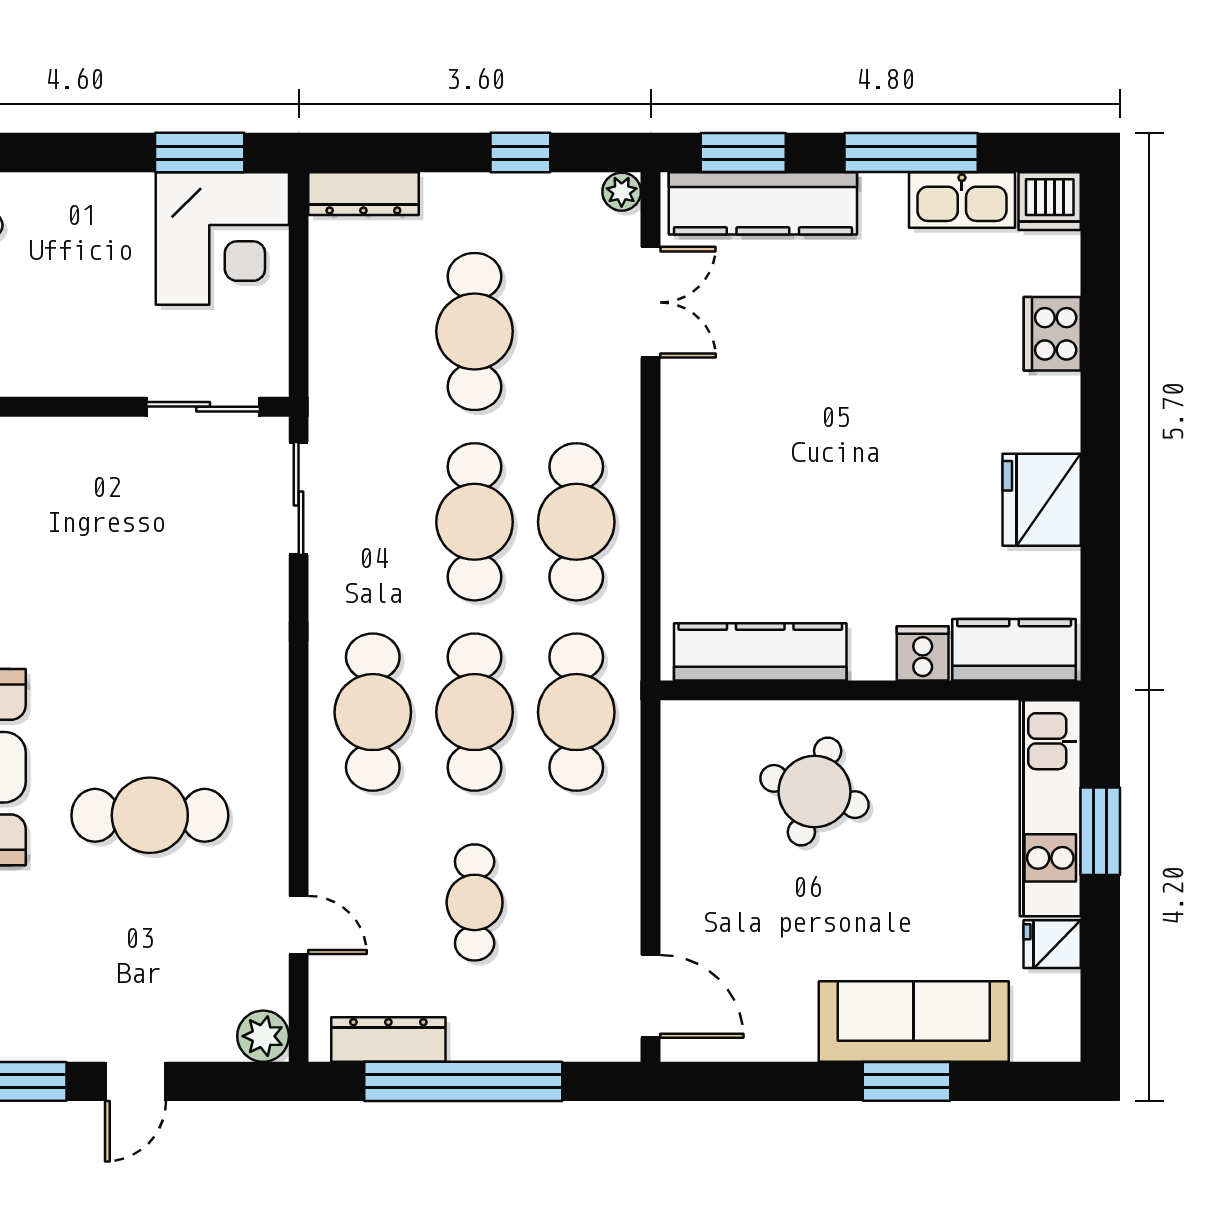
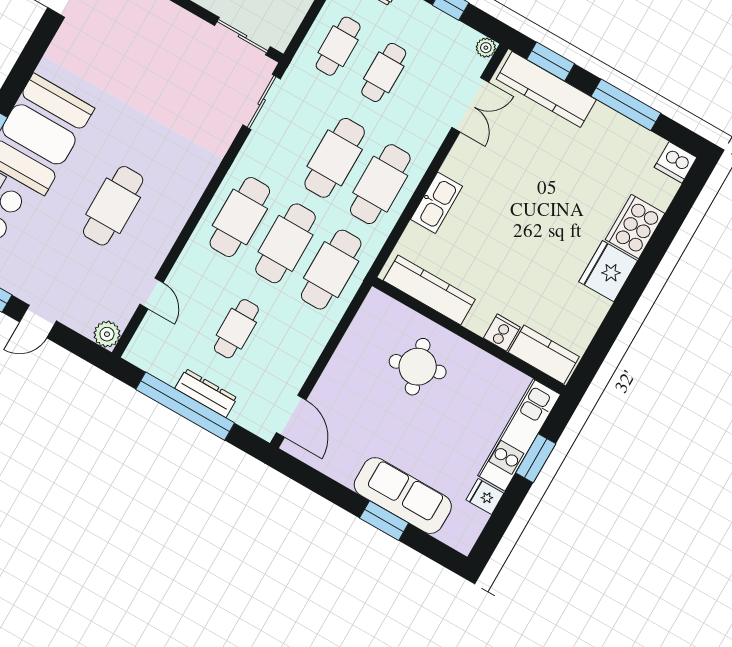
kitchen sink: (962, 200) -> (436, 203), moved, turned -90
cafe table: (373, 331) -> (338, 46), added
cafe table: (475, 331) -> (384, 72), width x0.73, depth x0.74
cooker: (1052, 334) -> (635, 226), width x1.37, depth x1.31
fridge: (1042, 500) -> (608, 271), moved
round table: (814, 792) -> (418, 367), turned -34
cafe table: (150, 815) -> (113, 206), turned 90
dresser: (388, 1040) -> (206, 393), moved

